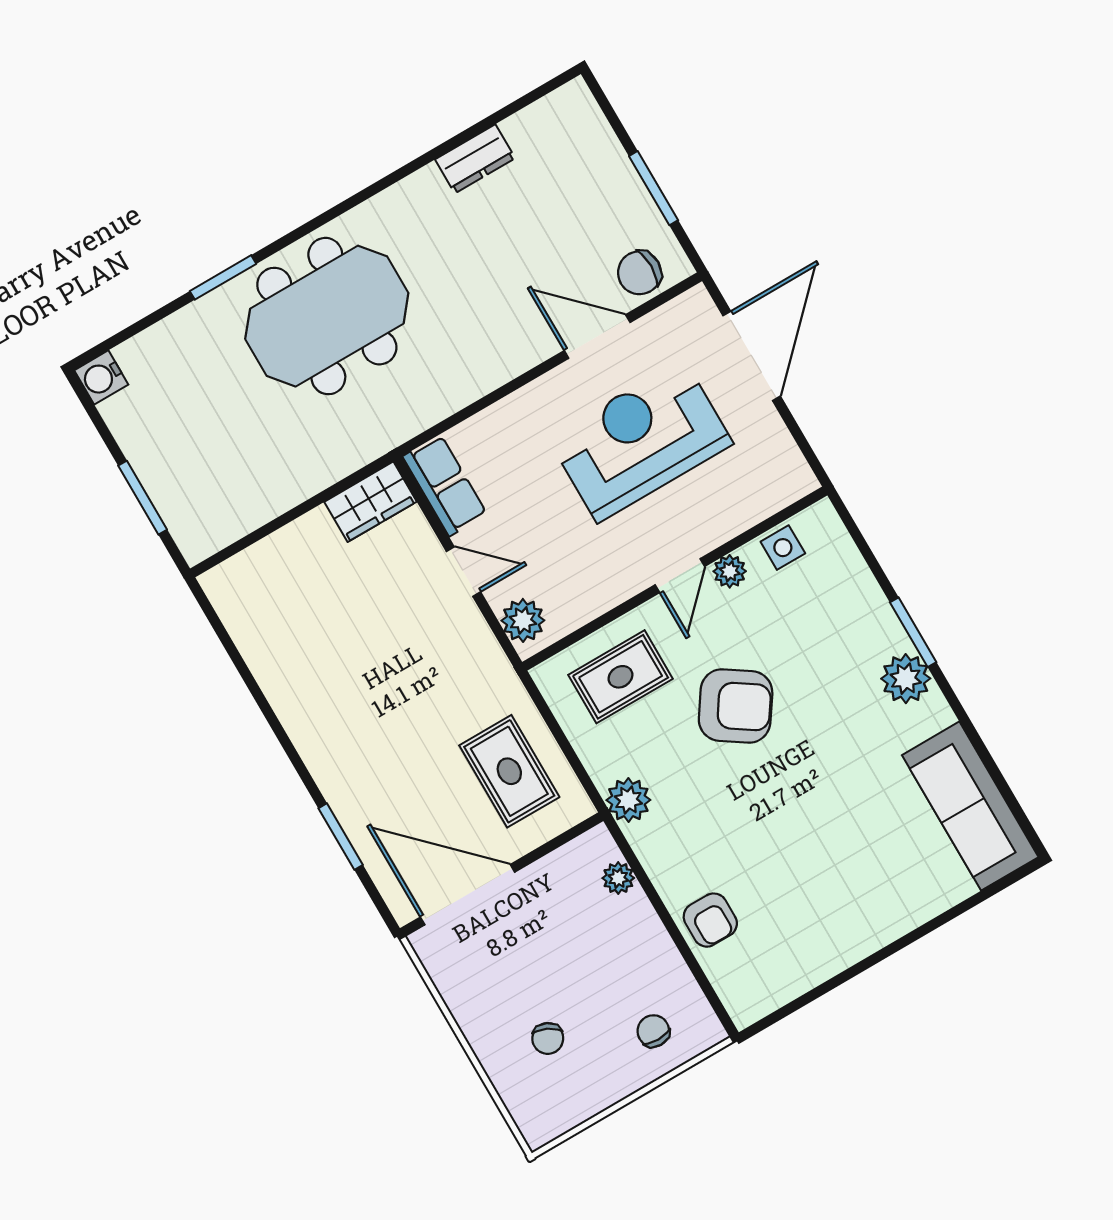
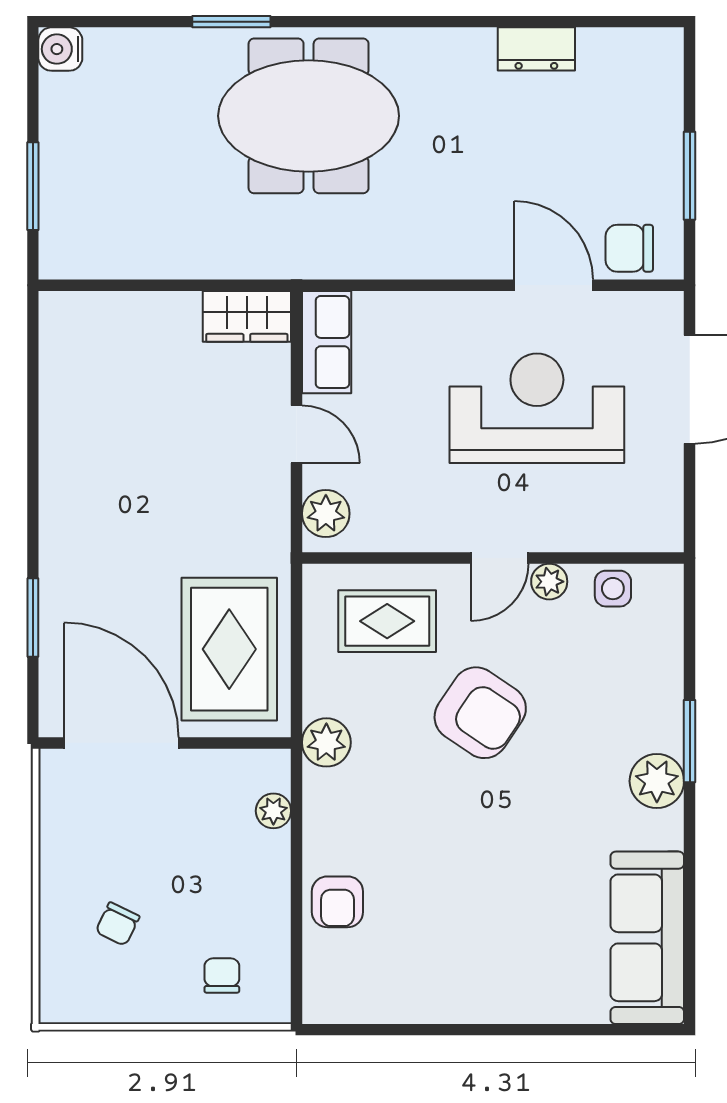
rug: (509, 771) -> (229, 649), width x1.36, depth x1.43

